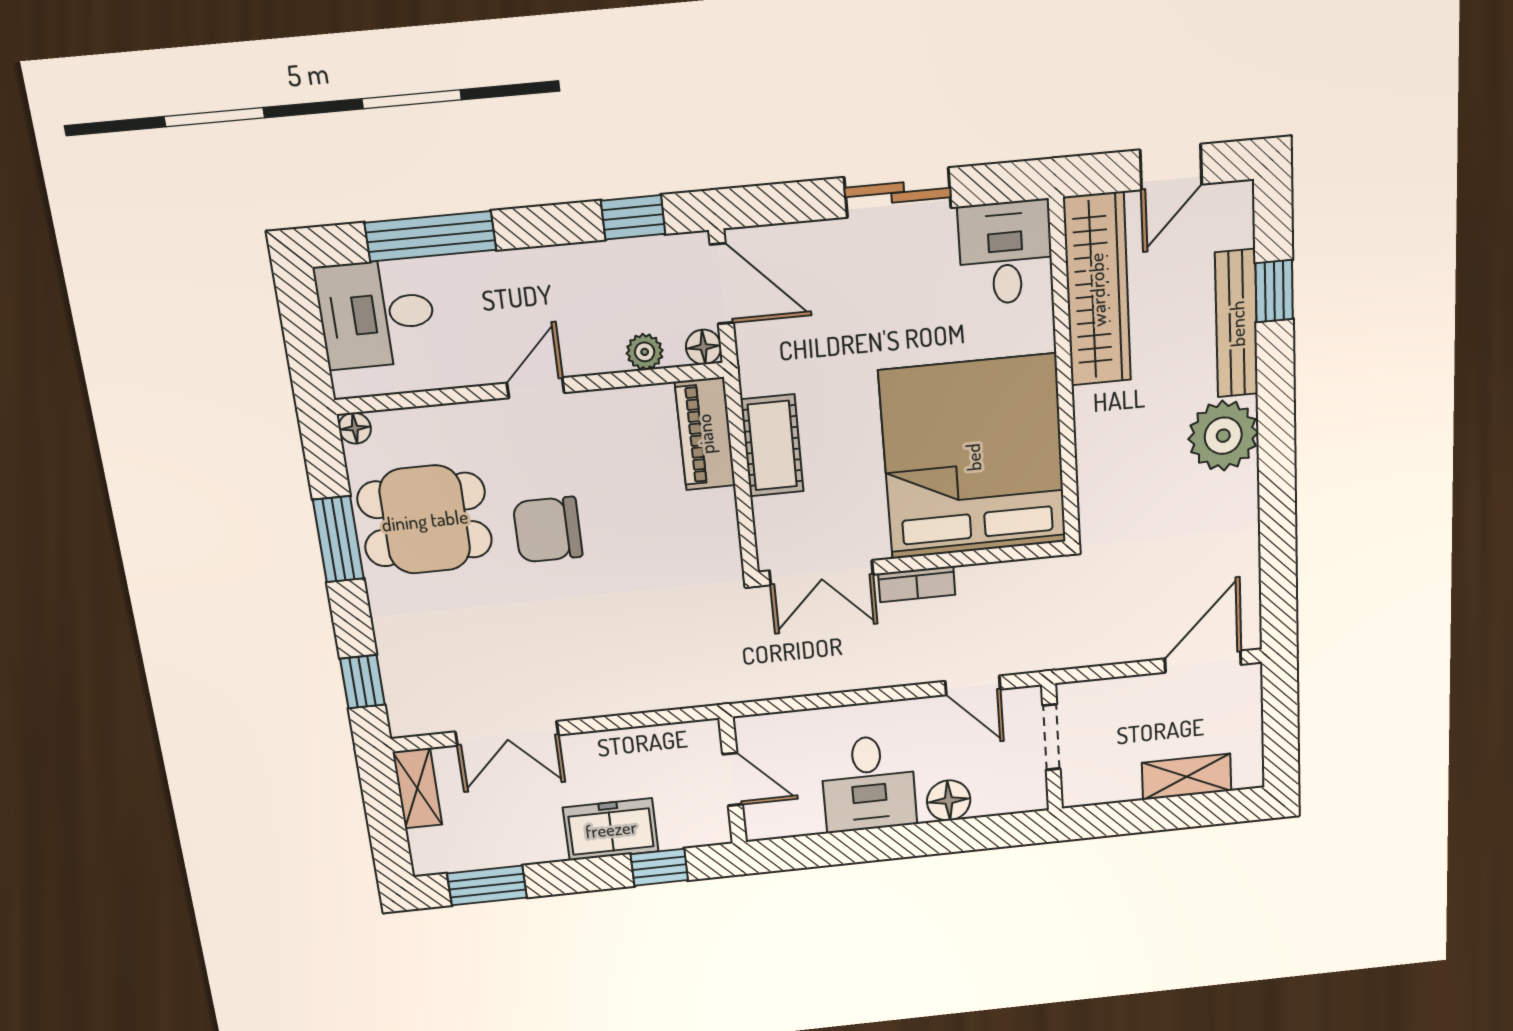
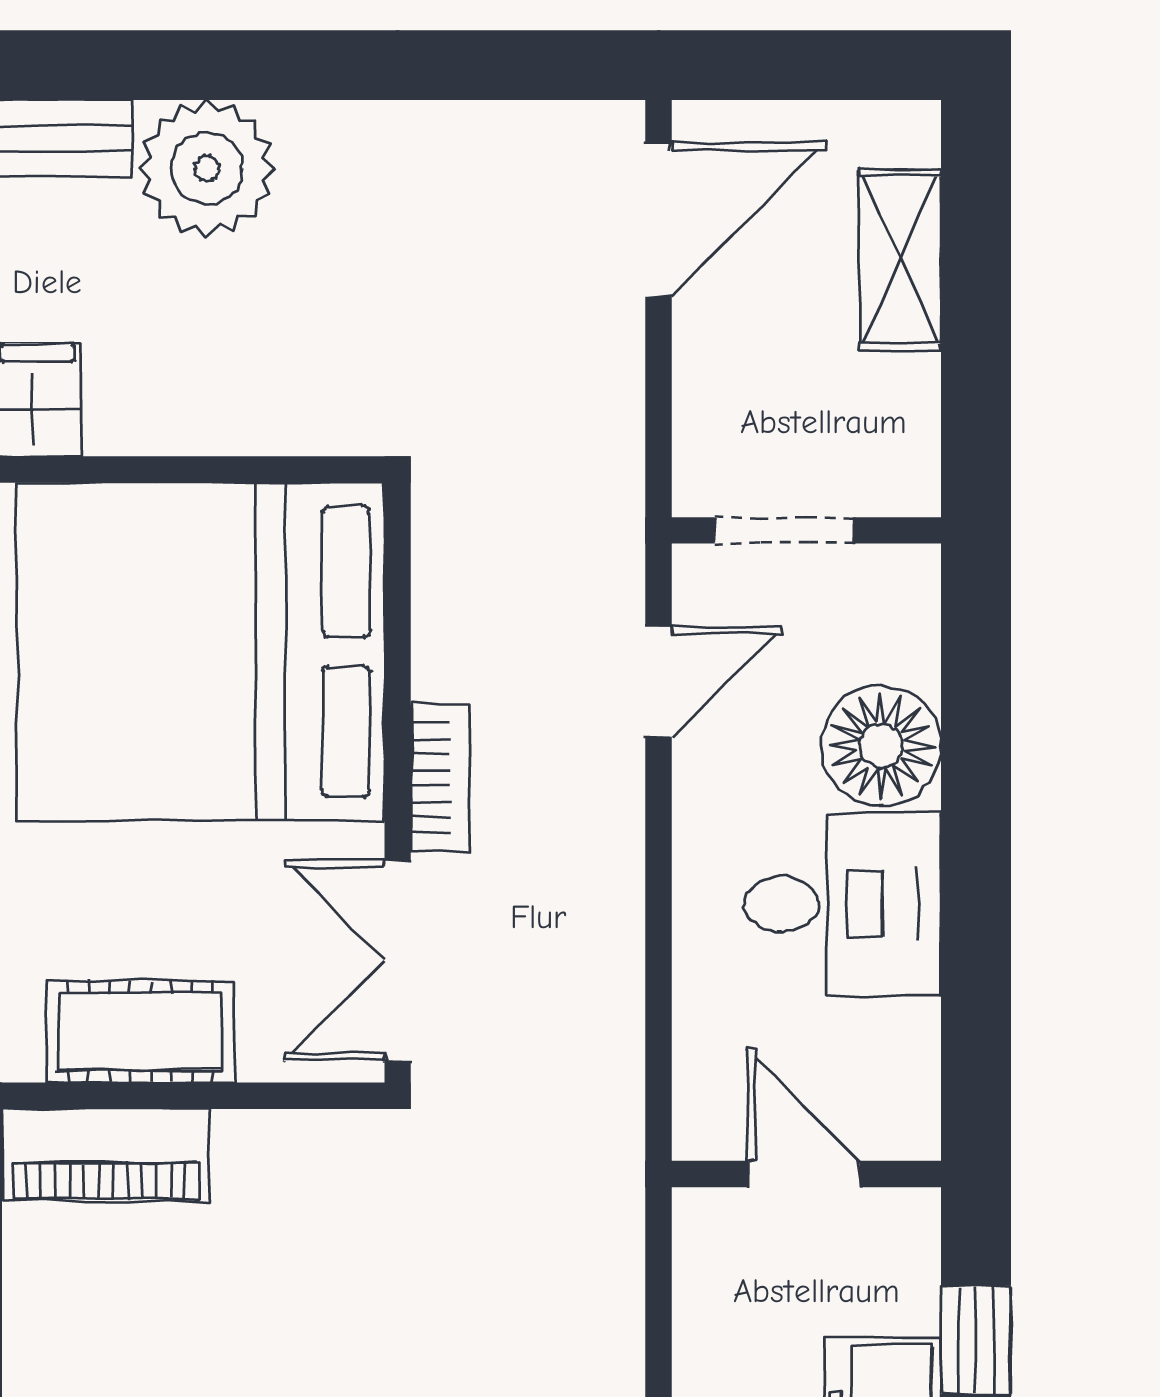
double door: (821, 573) -> (398, 961), swing flipped
door: (1203, 662) -> (659, 220), swing flipped
door: (733, 779) -> (804, 1174), hinge flipped
floor lamp: (949, 800) -> (881, 746), width x1.38, depth x1.38

